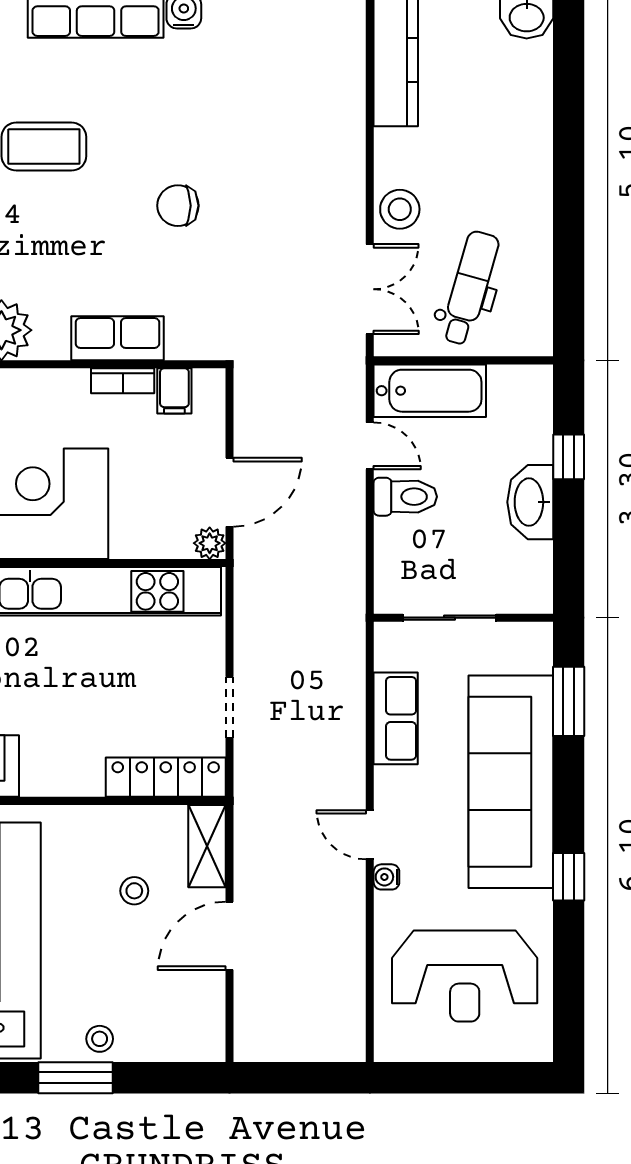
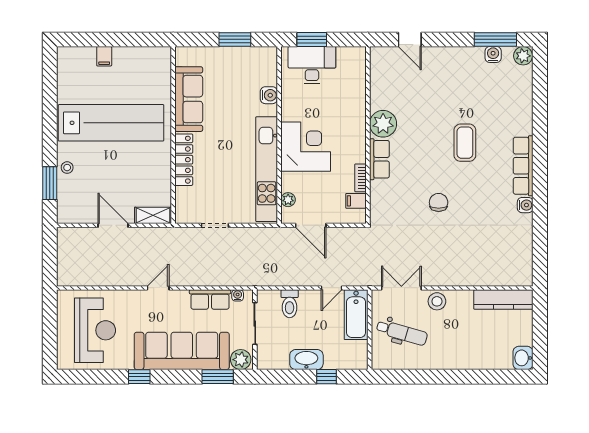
double door: (370, 289) -> (401, 288), swing flipped
row of seats: (117, 338) -> (379, 159), moved
toilet: (405, 497) -> (290, 304), moved
plant: (210, 543) -> (288, 200), moved
plant: (530, 650) -> (241, 360), added
locker: (166, 777) -> (184, 160), moved
water cooler: (386, 877) -> (238, 295), moved
stool: (134, 891) -> (133, 183), removed
reception desk: (465, 976) -> (95, 330), turned 180
window: (75, 1078) -> (50, 183), moved

